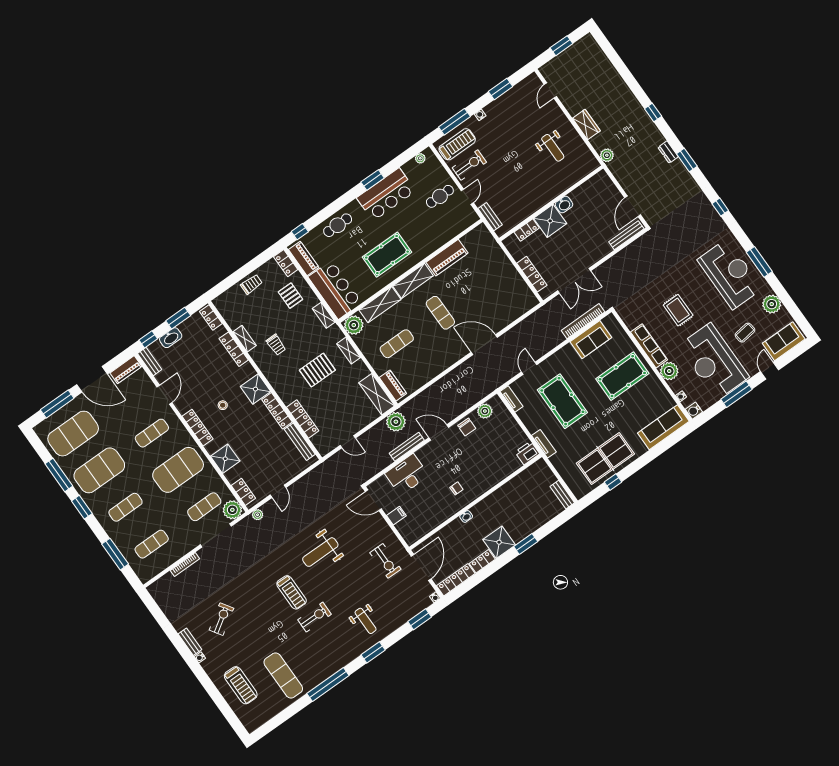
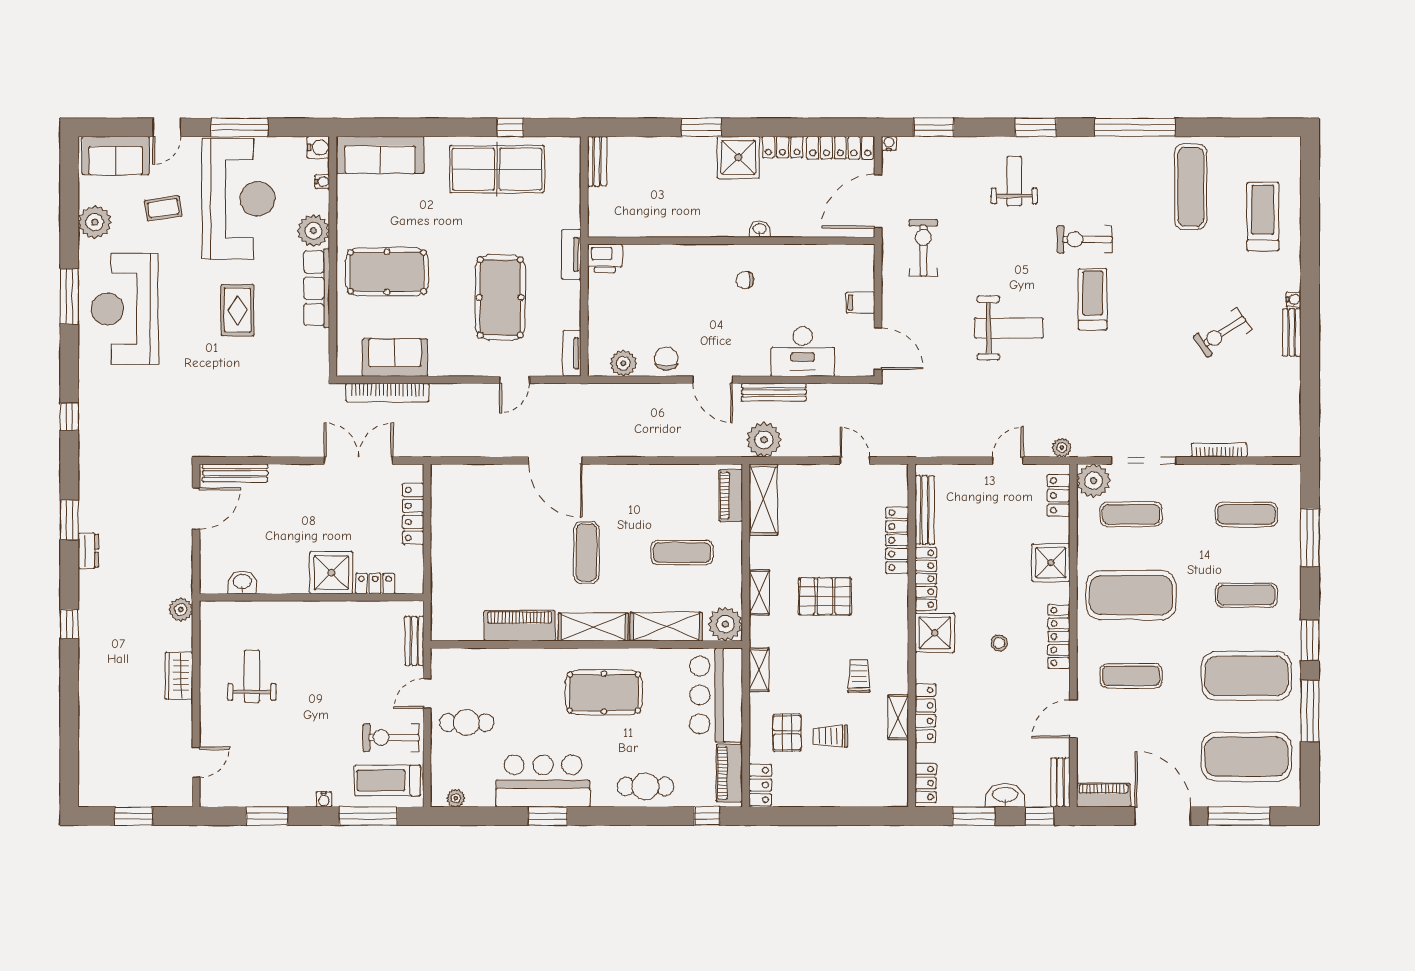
washbasin: (564, 204) -> (242, 582), moved
trolley: (251, 284) -> (830, 736), moved

